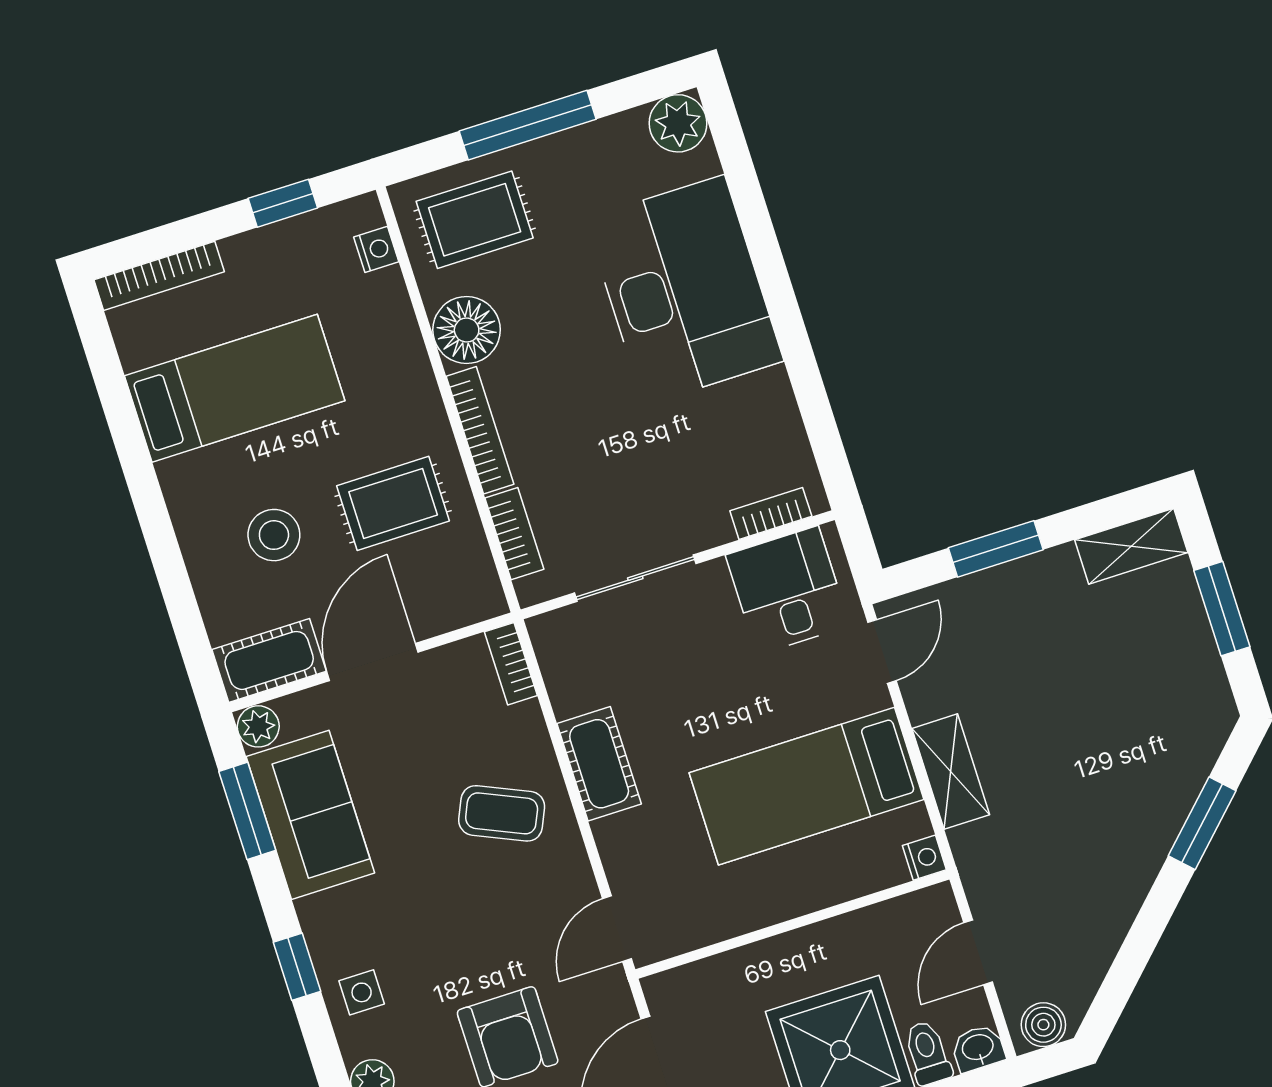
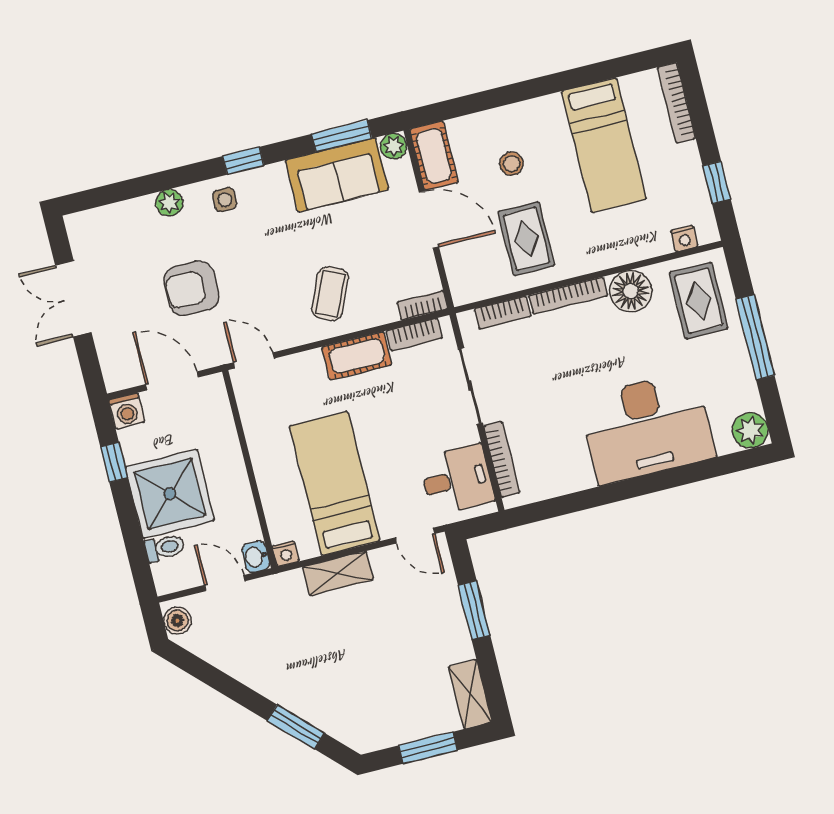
bookcase: (771, 514) -> (502, 459), width x1.56
stool: (274, 535) -> (512, 164), width x0.73, depth x0.73
bookcase: (559, 674) -> (414, 335), added
washbasin: (978, 1048) -> (256, 557), moved, turned 180

